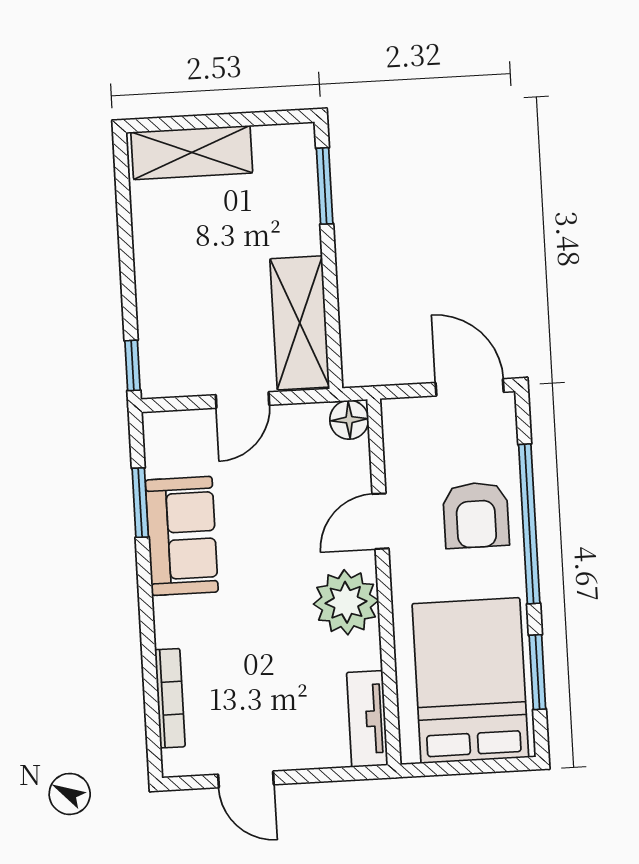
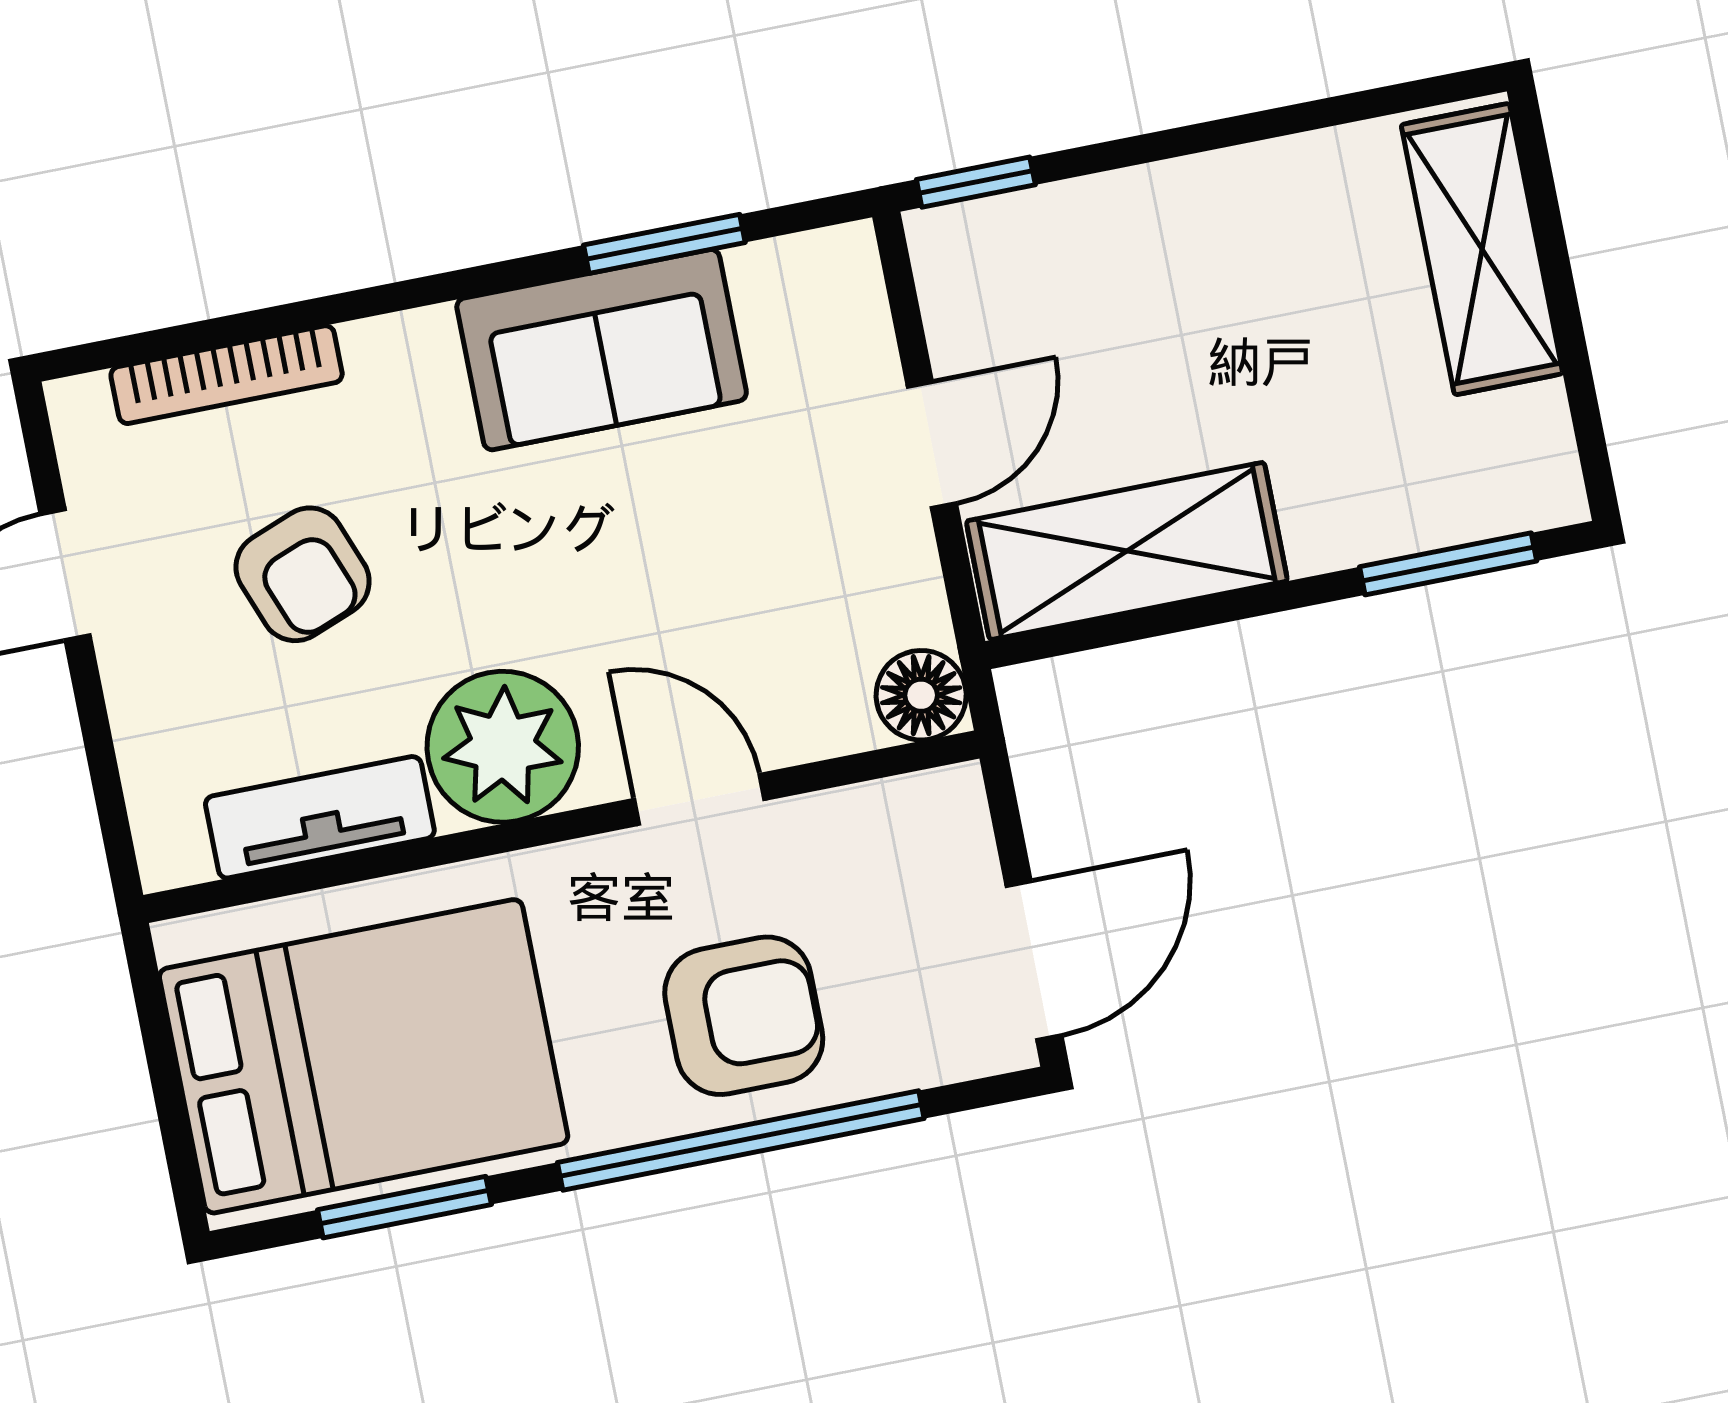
door: (242, 400) -> (932, 445), swing flipped
armchair: (476, 515) -> (744, 1016), turned 180
armchair: (260, 678) -> (303, 574), added
tv unit: (367, 719) -> (320, 817), moved

